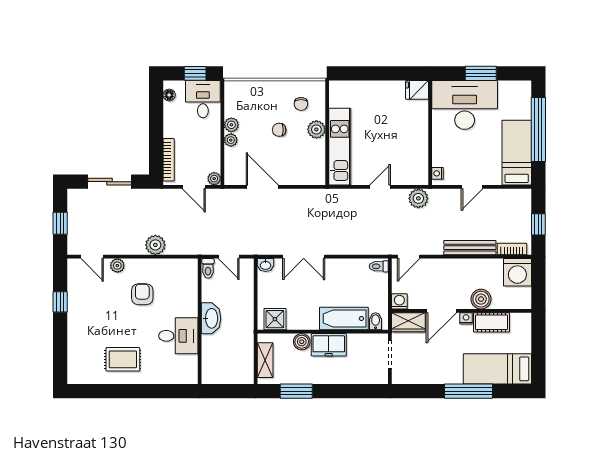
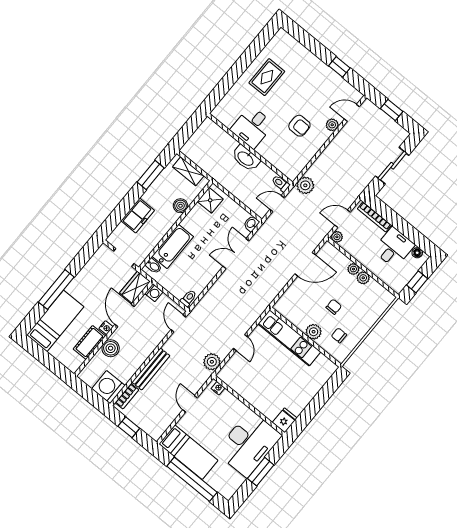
desk: (203, 99) -> (394, 248), moved, turned -90
plant: (155, 245) -> (305, 185), moved
freezer: (329, 345) -> (138, 216), moved, turned 180

